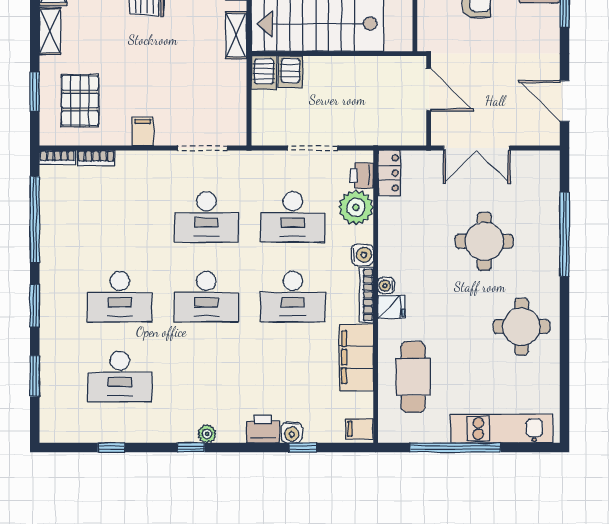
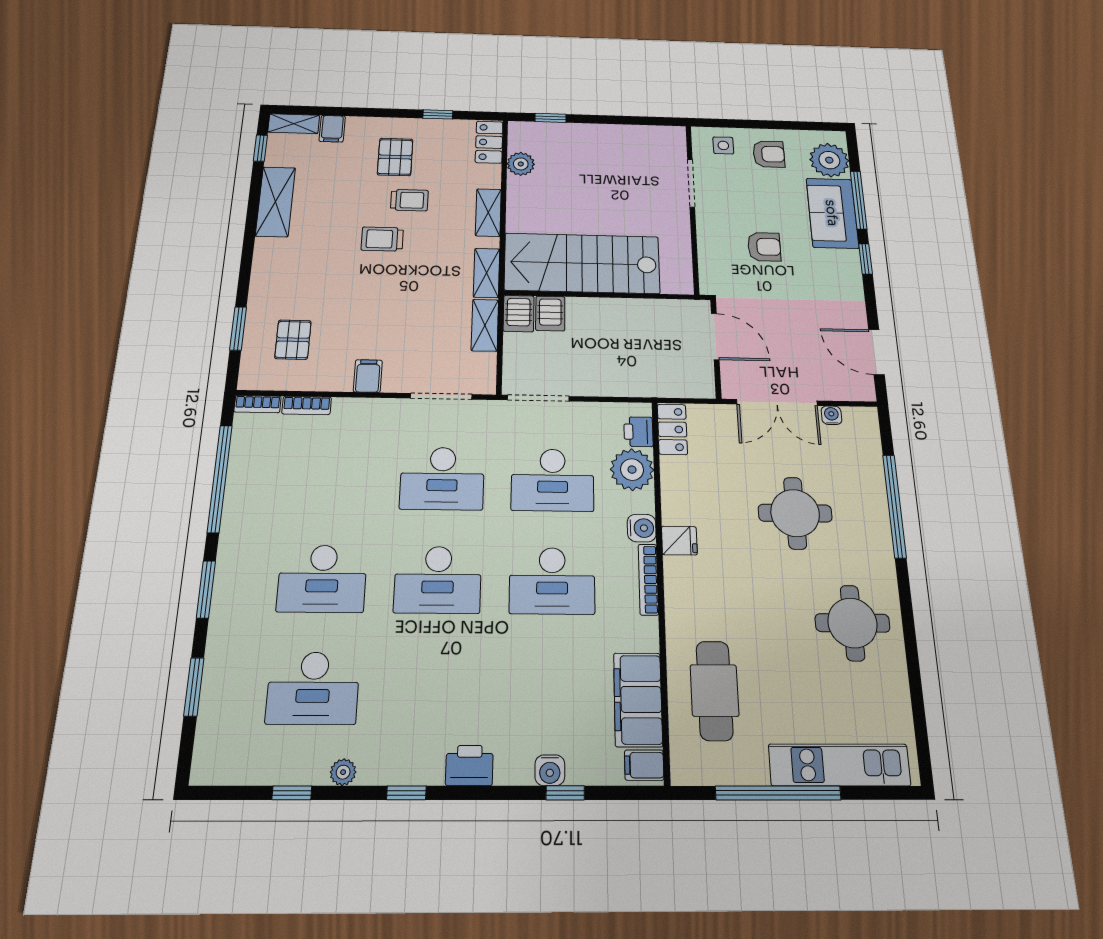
shelving: (50, 31) -> (485, 325), moved
pallet: (80, 101) -> (293, 340), width x0.67, depth x0.71
doorway: (312, 148) -> (538, 398), moved
water cooler: (386, 286) -> (831, 415), moved, turned 90
fridge: (391, 307) -> (679, 541), moved
filing cabinet: (356, 357) -> (638, 699), moved
printer: (263, 429) -> (469, 765), moved
plant: (207, 434) -> (343, 772), moved

